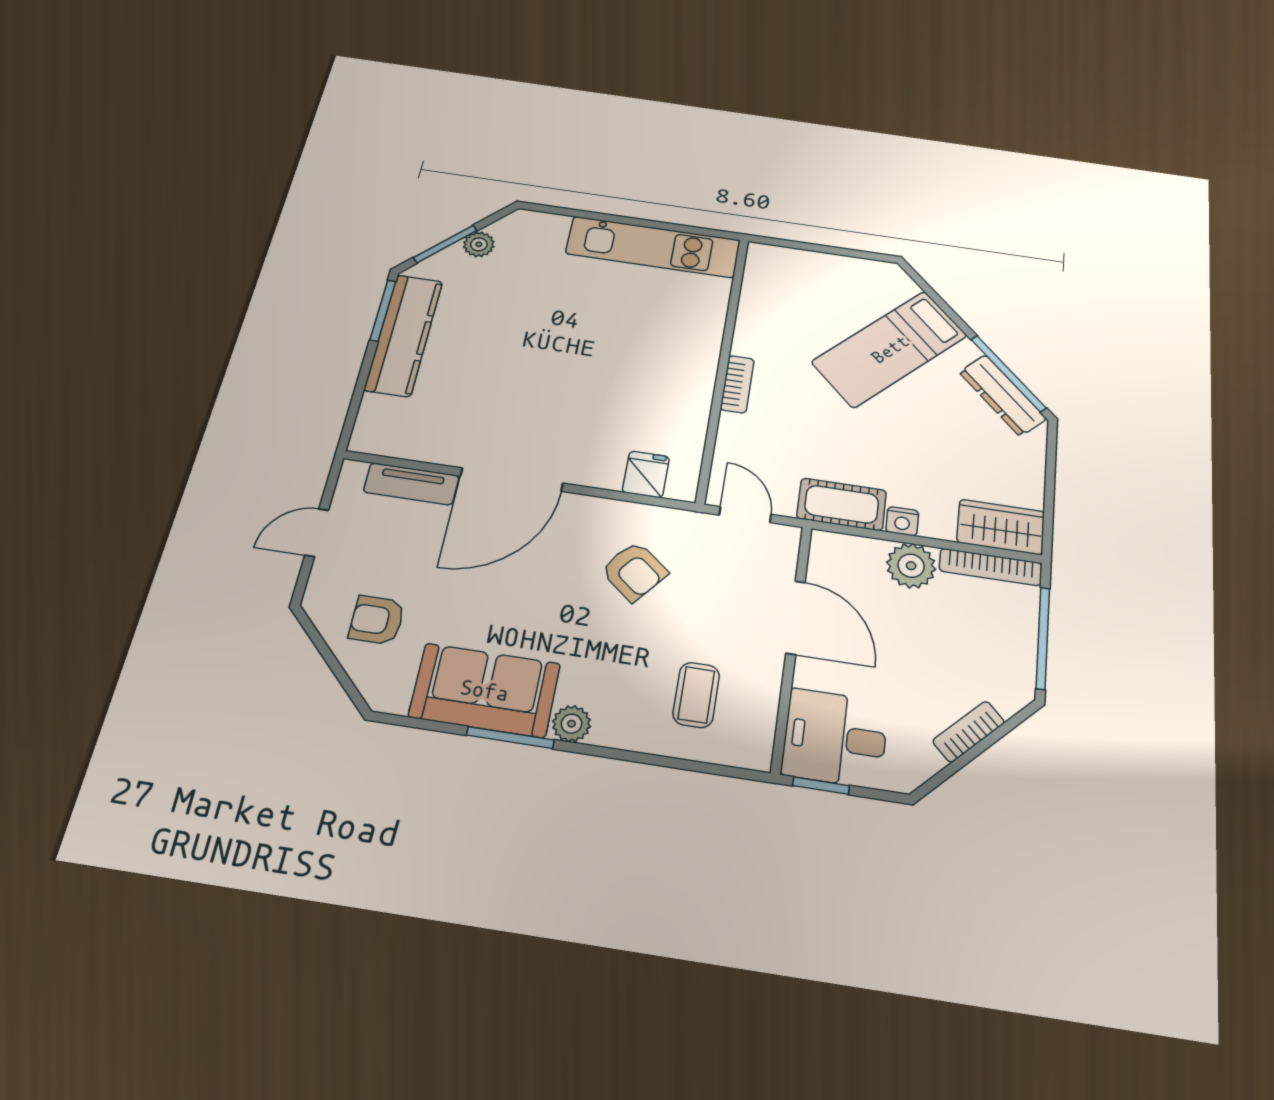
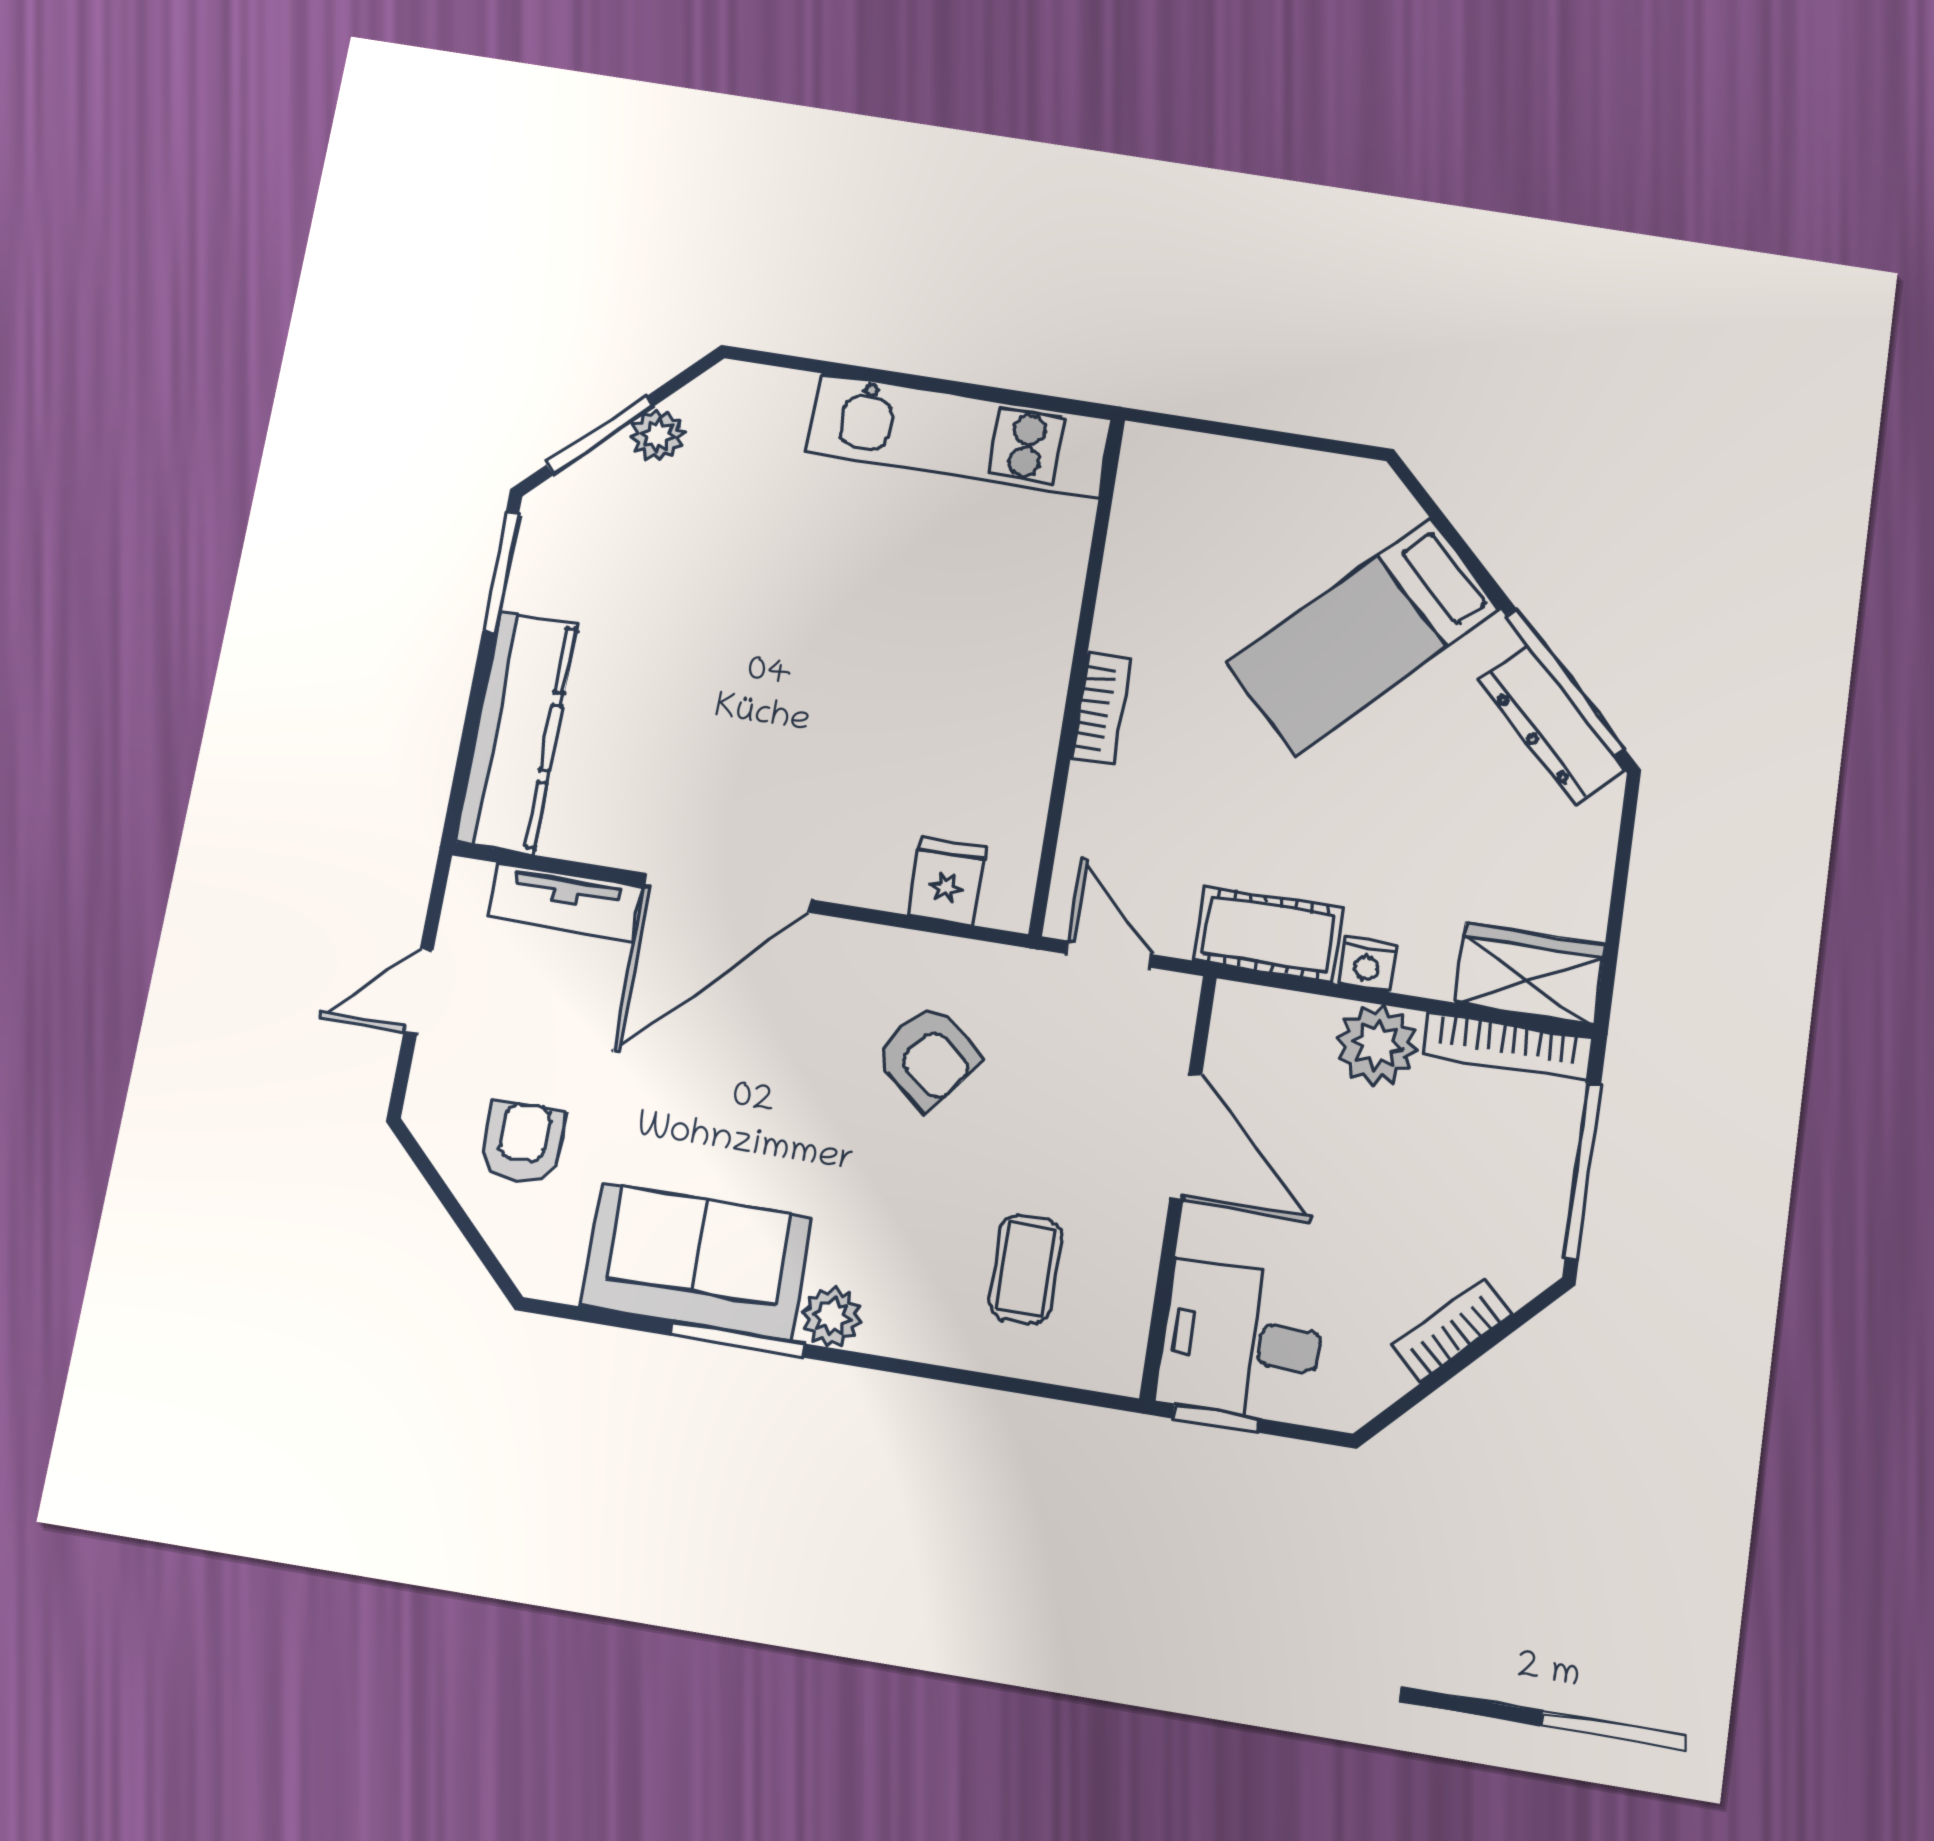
kitchen counter: (404, 335) -> (516, 732), moved
armchair: (377, 620) -> (523, 1143), turned 90

